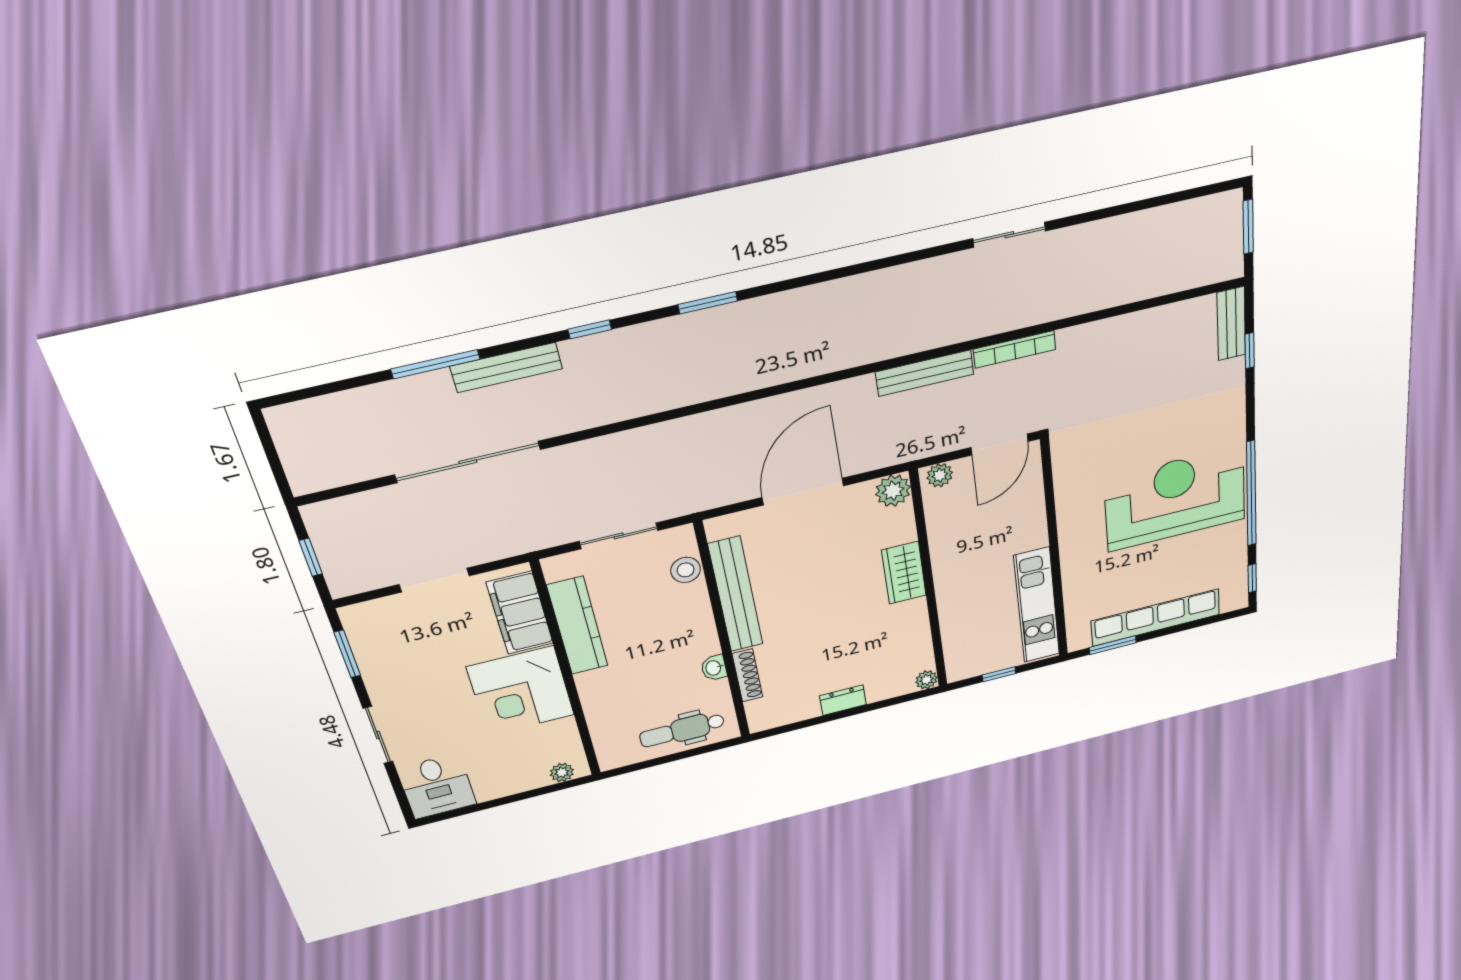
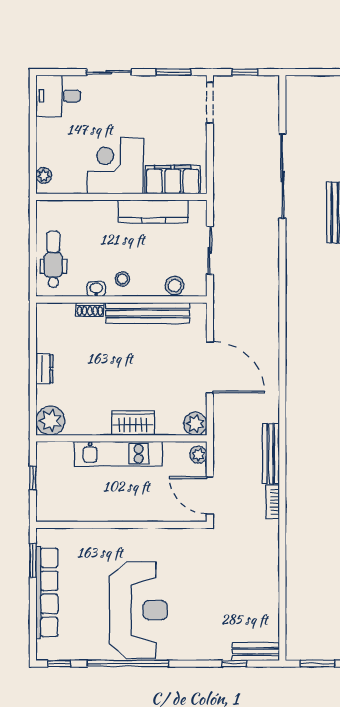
bookcase: (1015, 349) -> (273, 502), width x0.64
doorway: (434, 580) -> (210, 103), moved
kitchen unit: (1037, 605) -> (118, 454), moved, turned 180
stool: (691, 639) -> (122, 279), added
shoe rack: (747, 675) -> (90, 309), width x0.70
plant: (927, 680) -> (50, 421), width x1.88, depth x1.88

